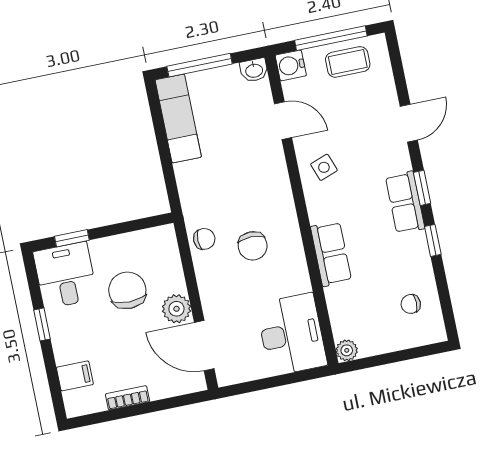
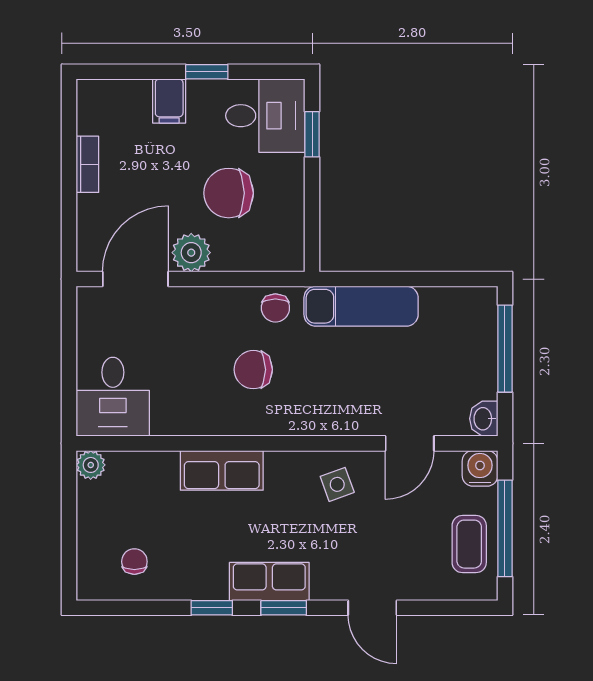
exam couch: (178, 118) -> (361, 306), moved
chair: (127, 290) -> (229, 193), turned 180
desk: (292, 334) -> (113, 397), width x0.73
filing cabinet: (75, 376) -> (169, 101), moved

